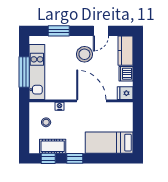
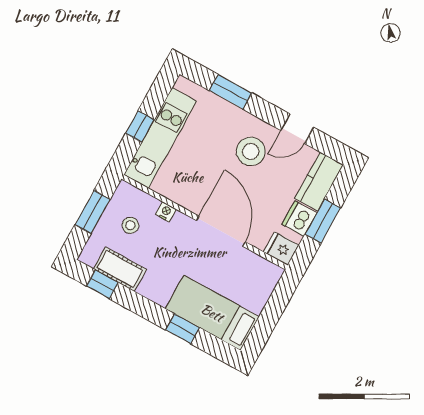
window: (138, 69) -> (323, 221), added
window: (24, 72) -> (140, 127), width x0.46
window: (24, 126) -> (93, 212), added
window: (75, 158) -> (183, 329), moved

